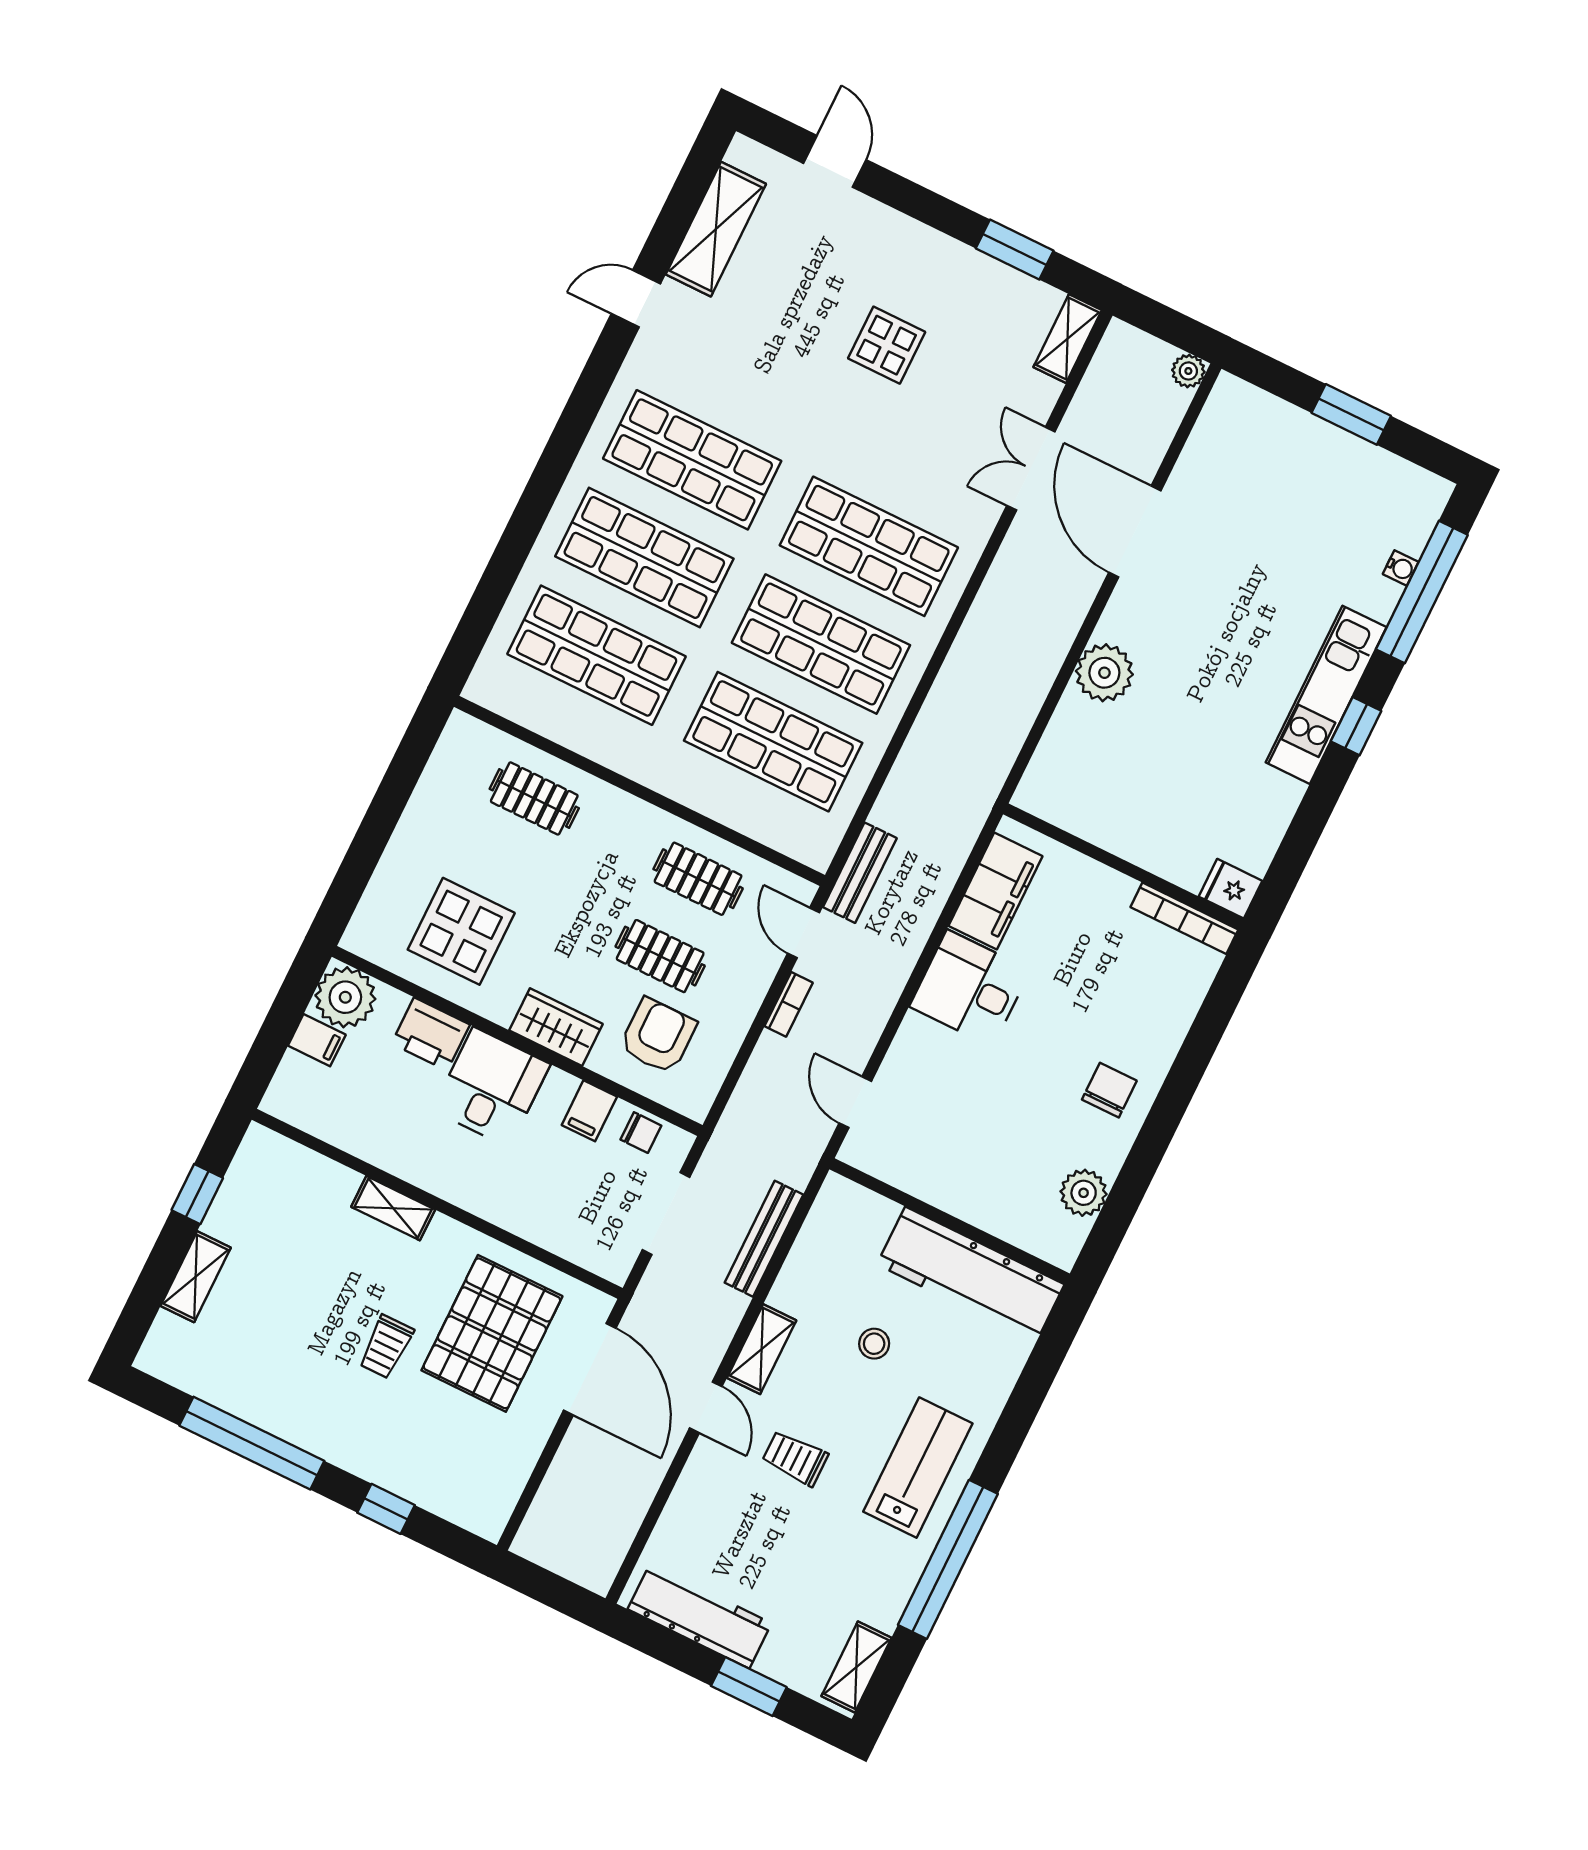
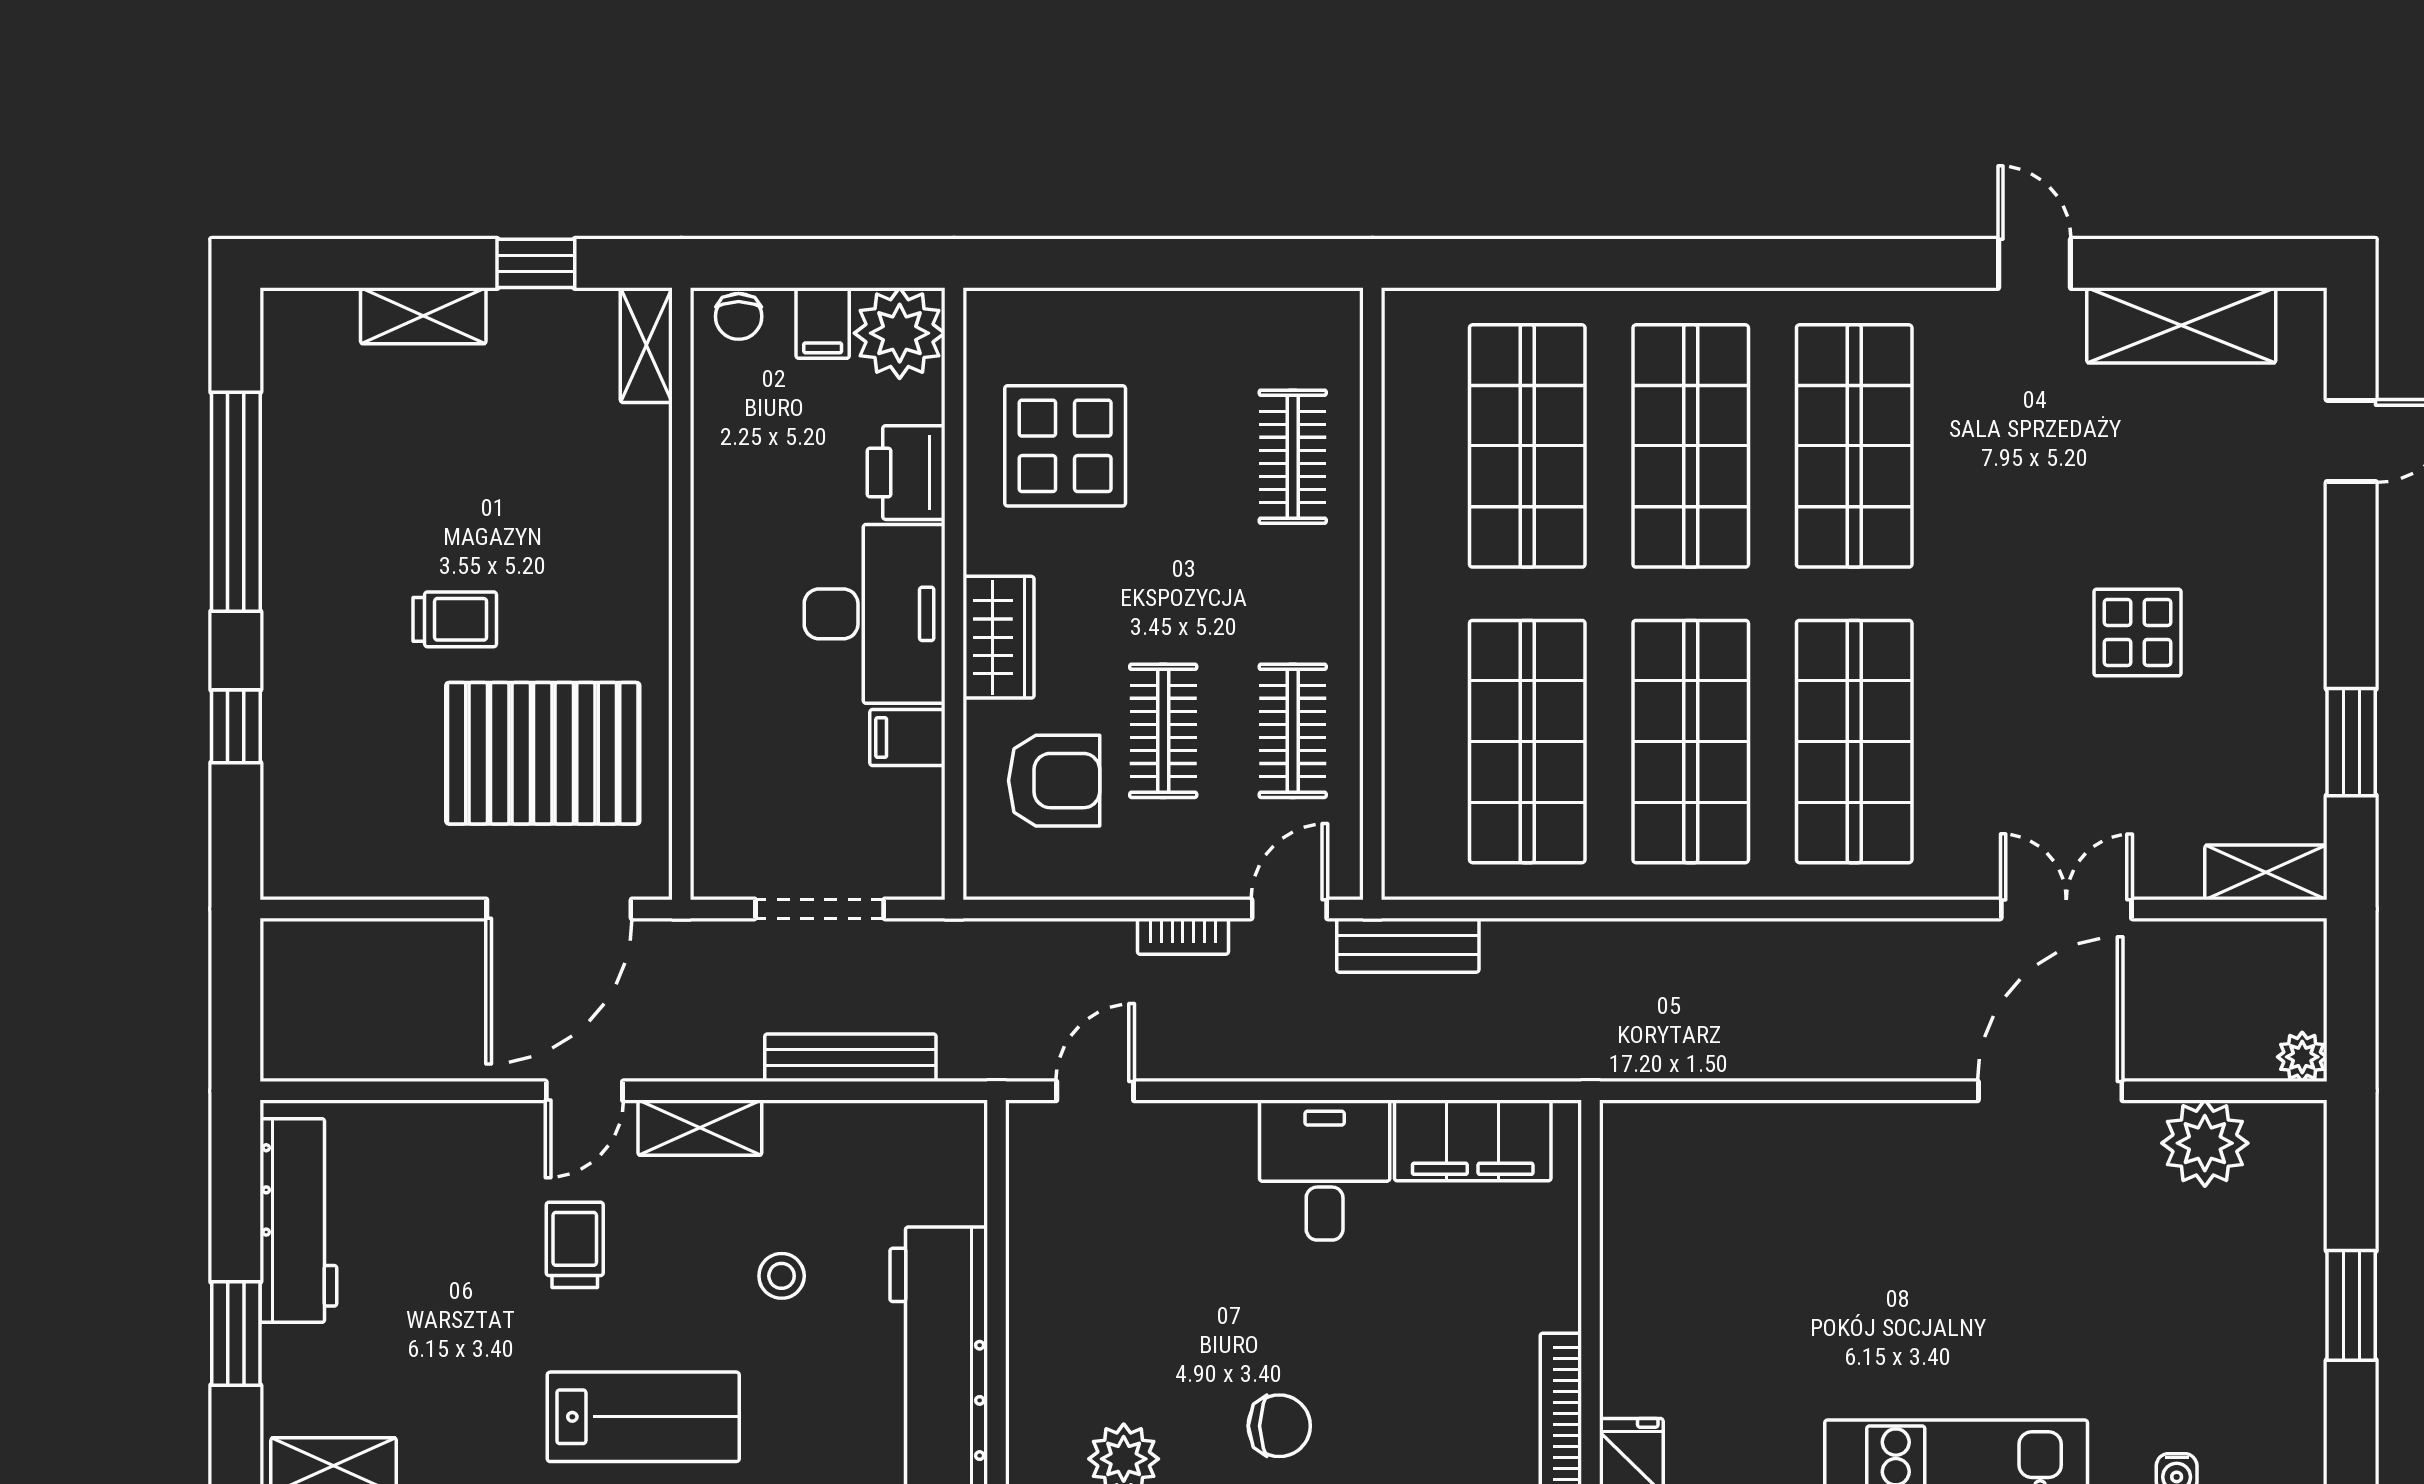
plant: (1104, 673) -> (2205, 1143), moved
desk: (491, 1087) -> (875, 614), width x1.37
chair: (641, 1133) -> (739, 316), moved
shelving: (393, 1208) -> (646, 345), moved
trolley: (386, 1347) -> (455, 619), turned 180

